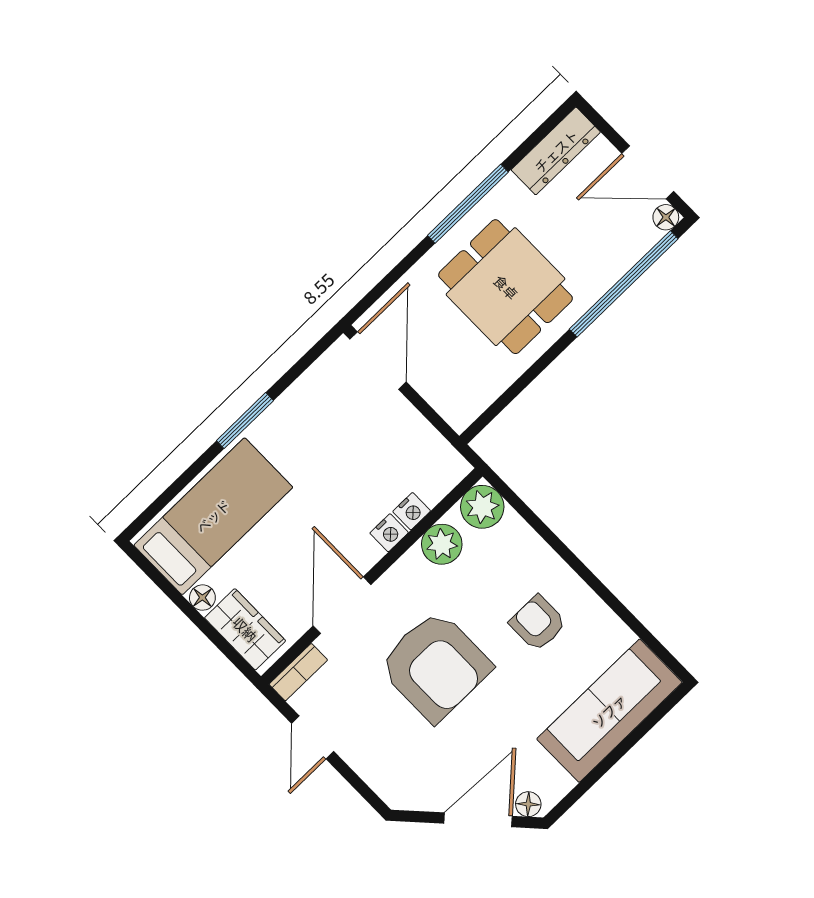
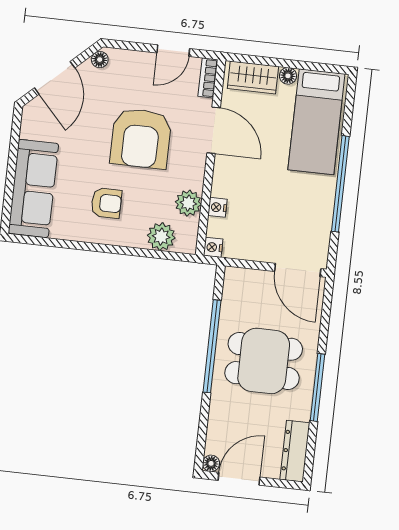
window: (624, 284) -> (212, 346), moved
window: (245, 421) -> (340, 184), width x2.11
plant: (482, 507) -> (161, 237), moved
nightstand: (389, 533) -> (213, 247), moved
armchair: (435, 666) -> (141, 138), turned -90
door: (313, 737) -> (173, 51), swing flipped
floor lamp: (528, 804) -> (100, 60), moved

